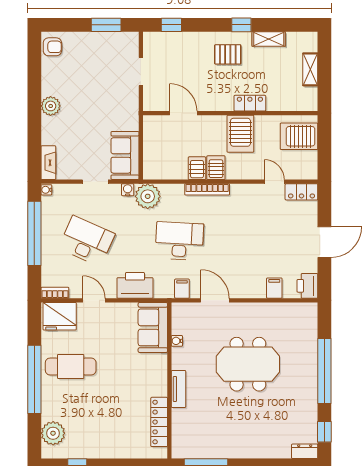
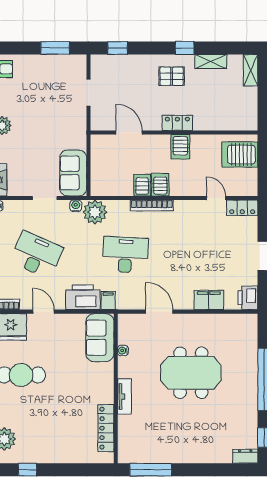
shelving: (310, 69) -> (251, 70), moved
locker: (250, 103) -> (177, 123), moved
server rack: (240, 134) -> (180, 147), width x0.73, depth x0.70
filing cabinet: (274, 288) -> (209, 300), width x2.00
filing cabinet: (182, 289) -> (108, 300), moved

